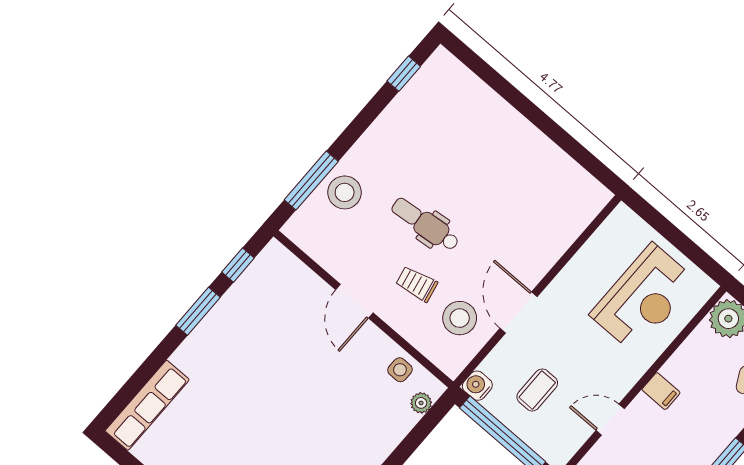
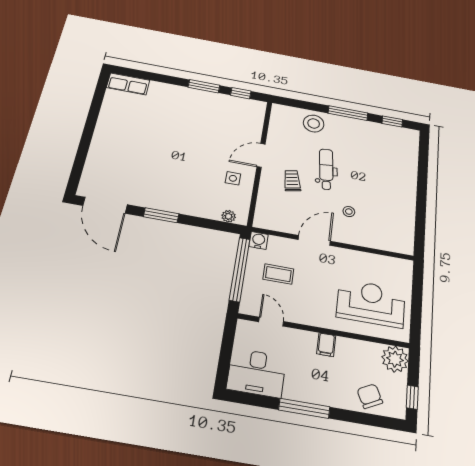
window: (311, 181) -> (348, 113), moved
reception desk: (643, 298) -> (371, 303), turned 180
stool: (460, 318) -> (349, 212), moved, width x0.53, depth x0.53
side table: (400, 370) -> (233, 178), moved
row of seats: (147, 405) -> (128, 84), width x0.68
door: (610, 420) -> (271, 322), moved

